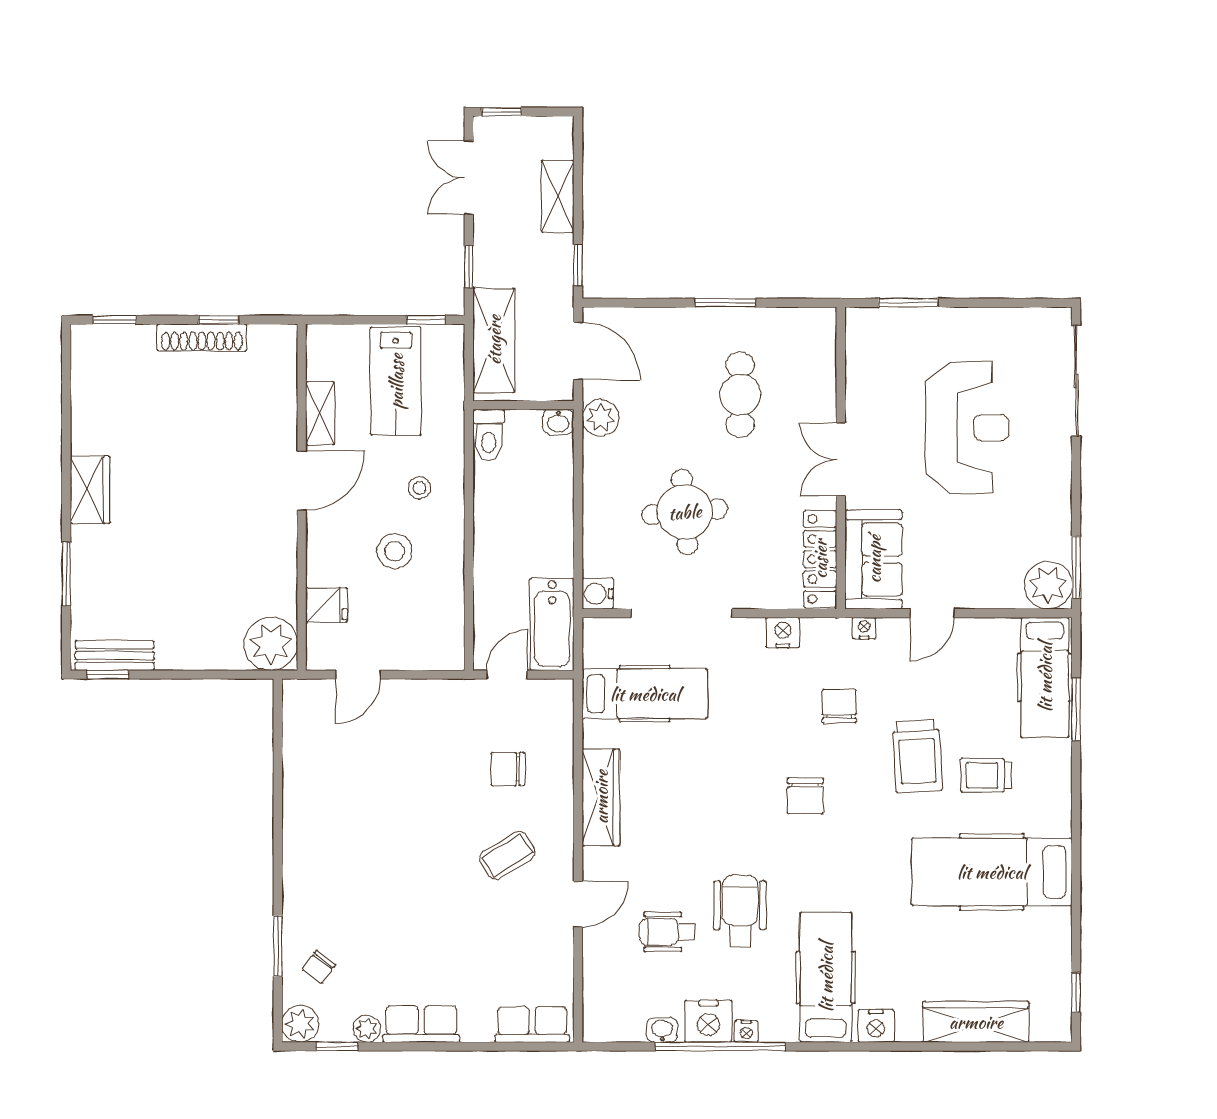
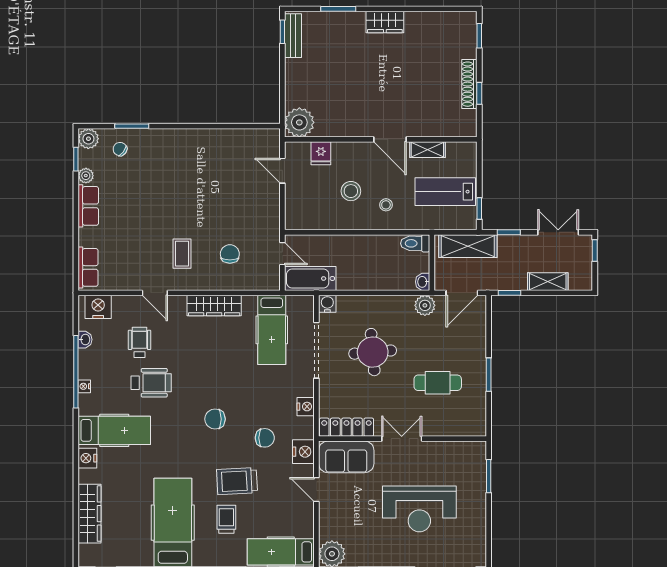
nightstand: (864, 628) -> (303, 452), width x1.89, depth x1.79
coffee table: (507, 855) -> (182, 254), turned 32
nightstand: (708, 1021) -> (98, 307), moved, turned 90

